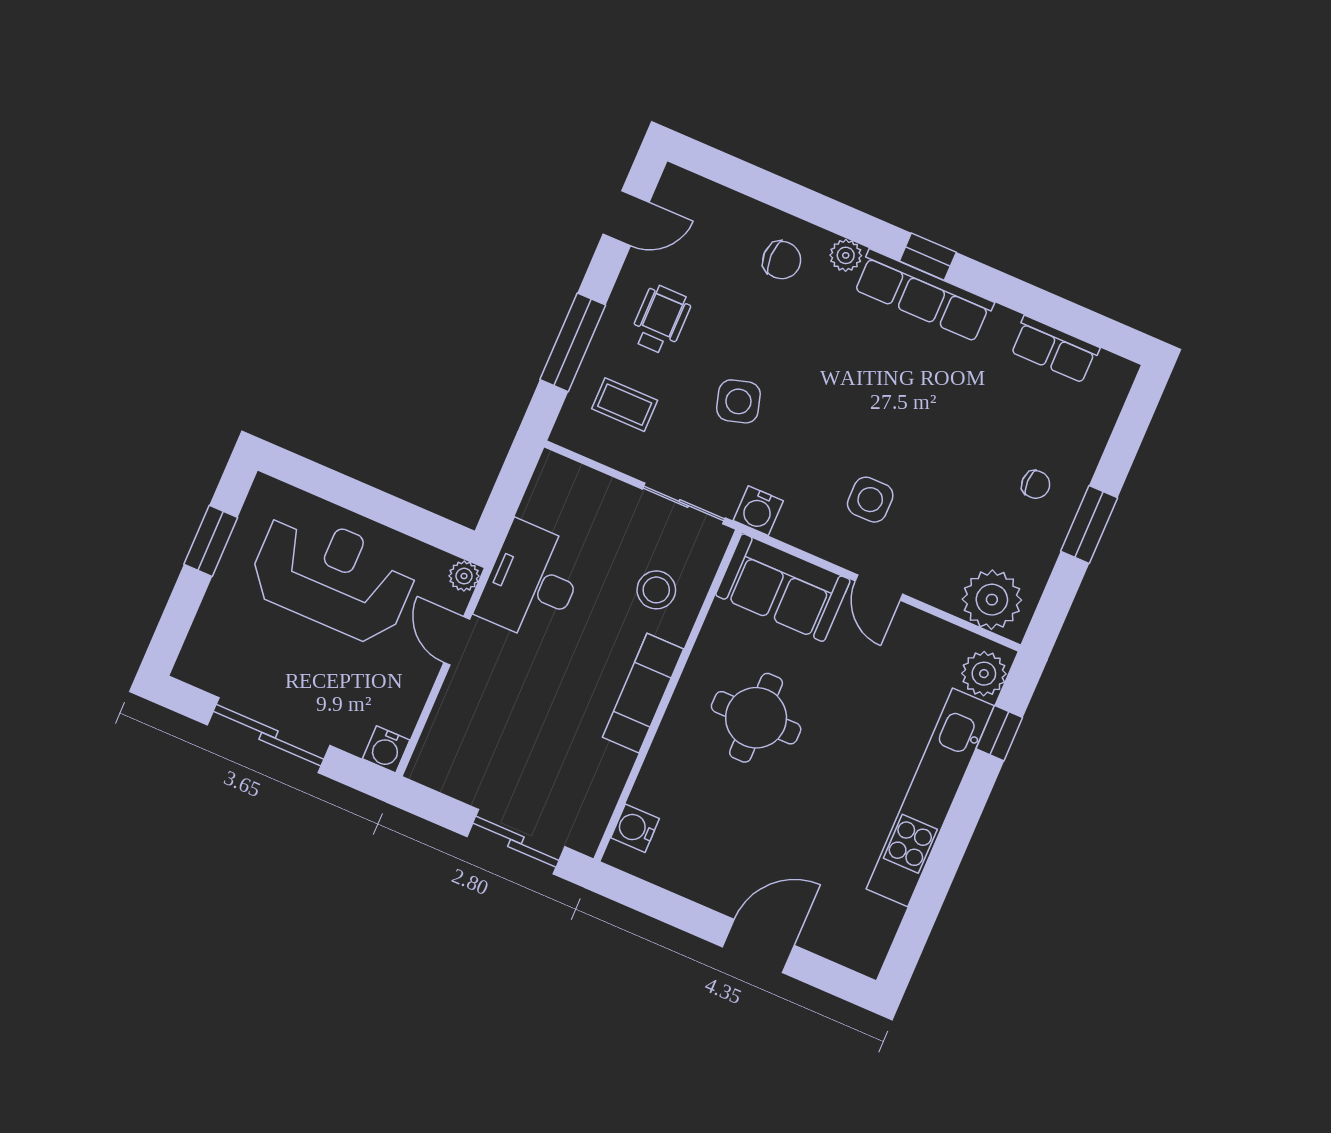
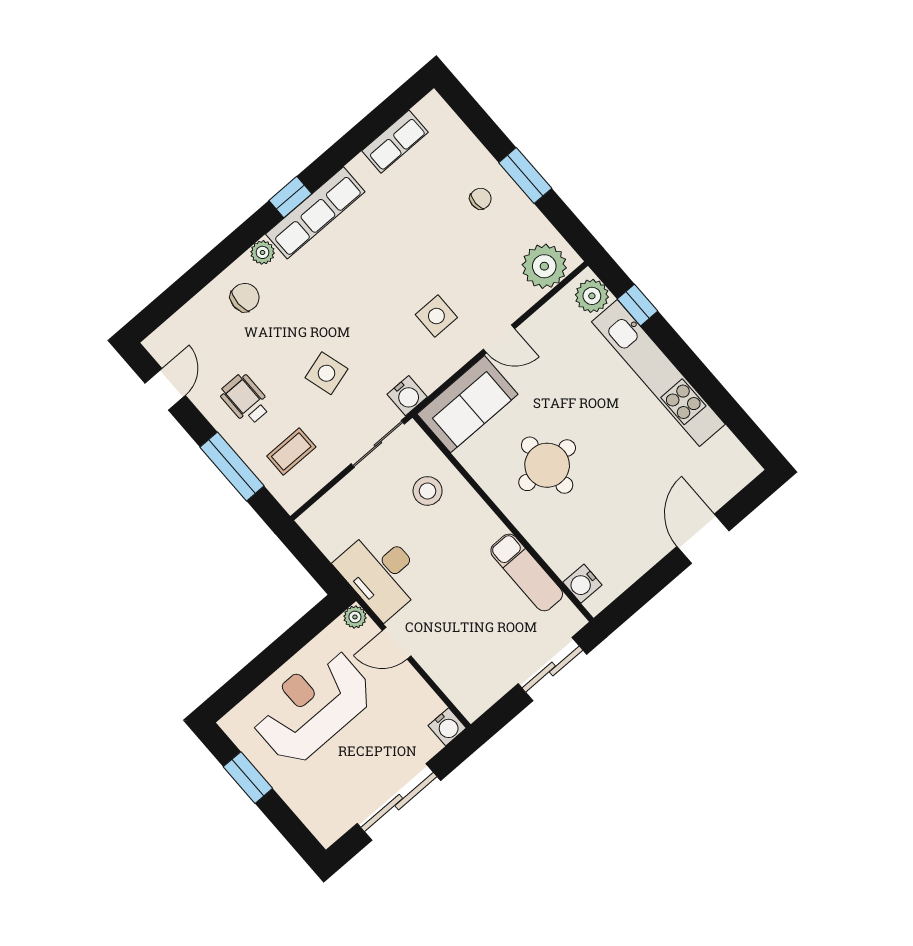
exam couch: (643, 693) -> (527, 572), moved

